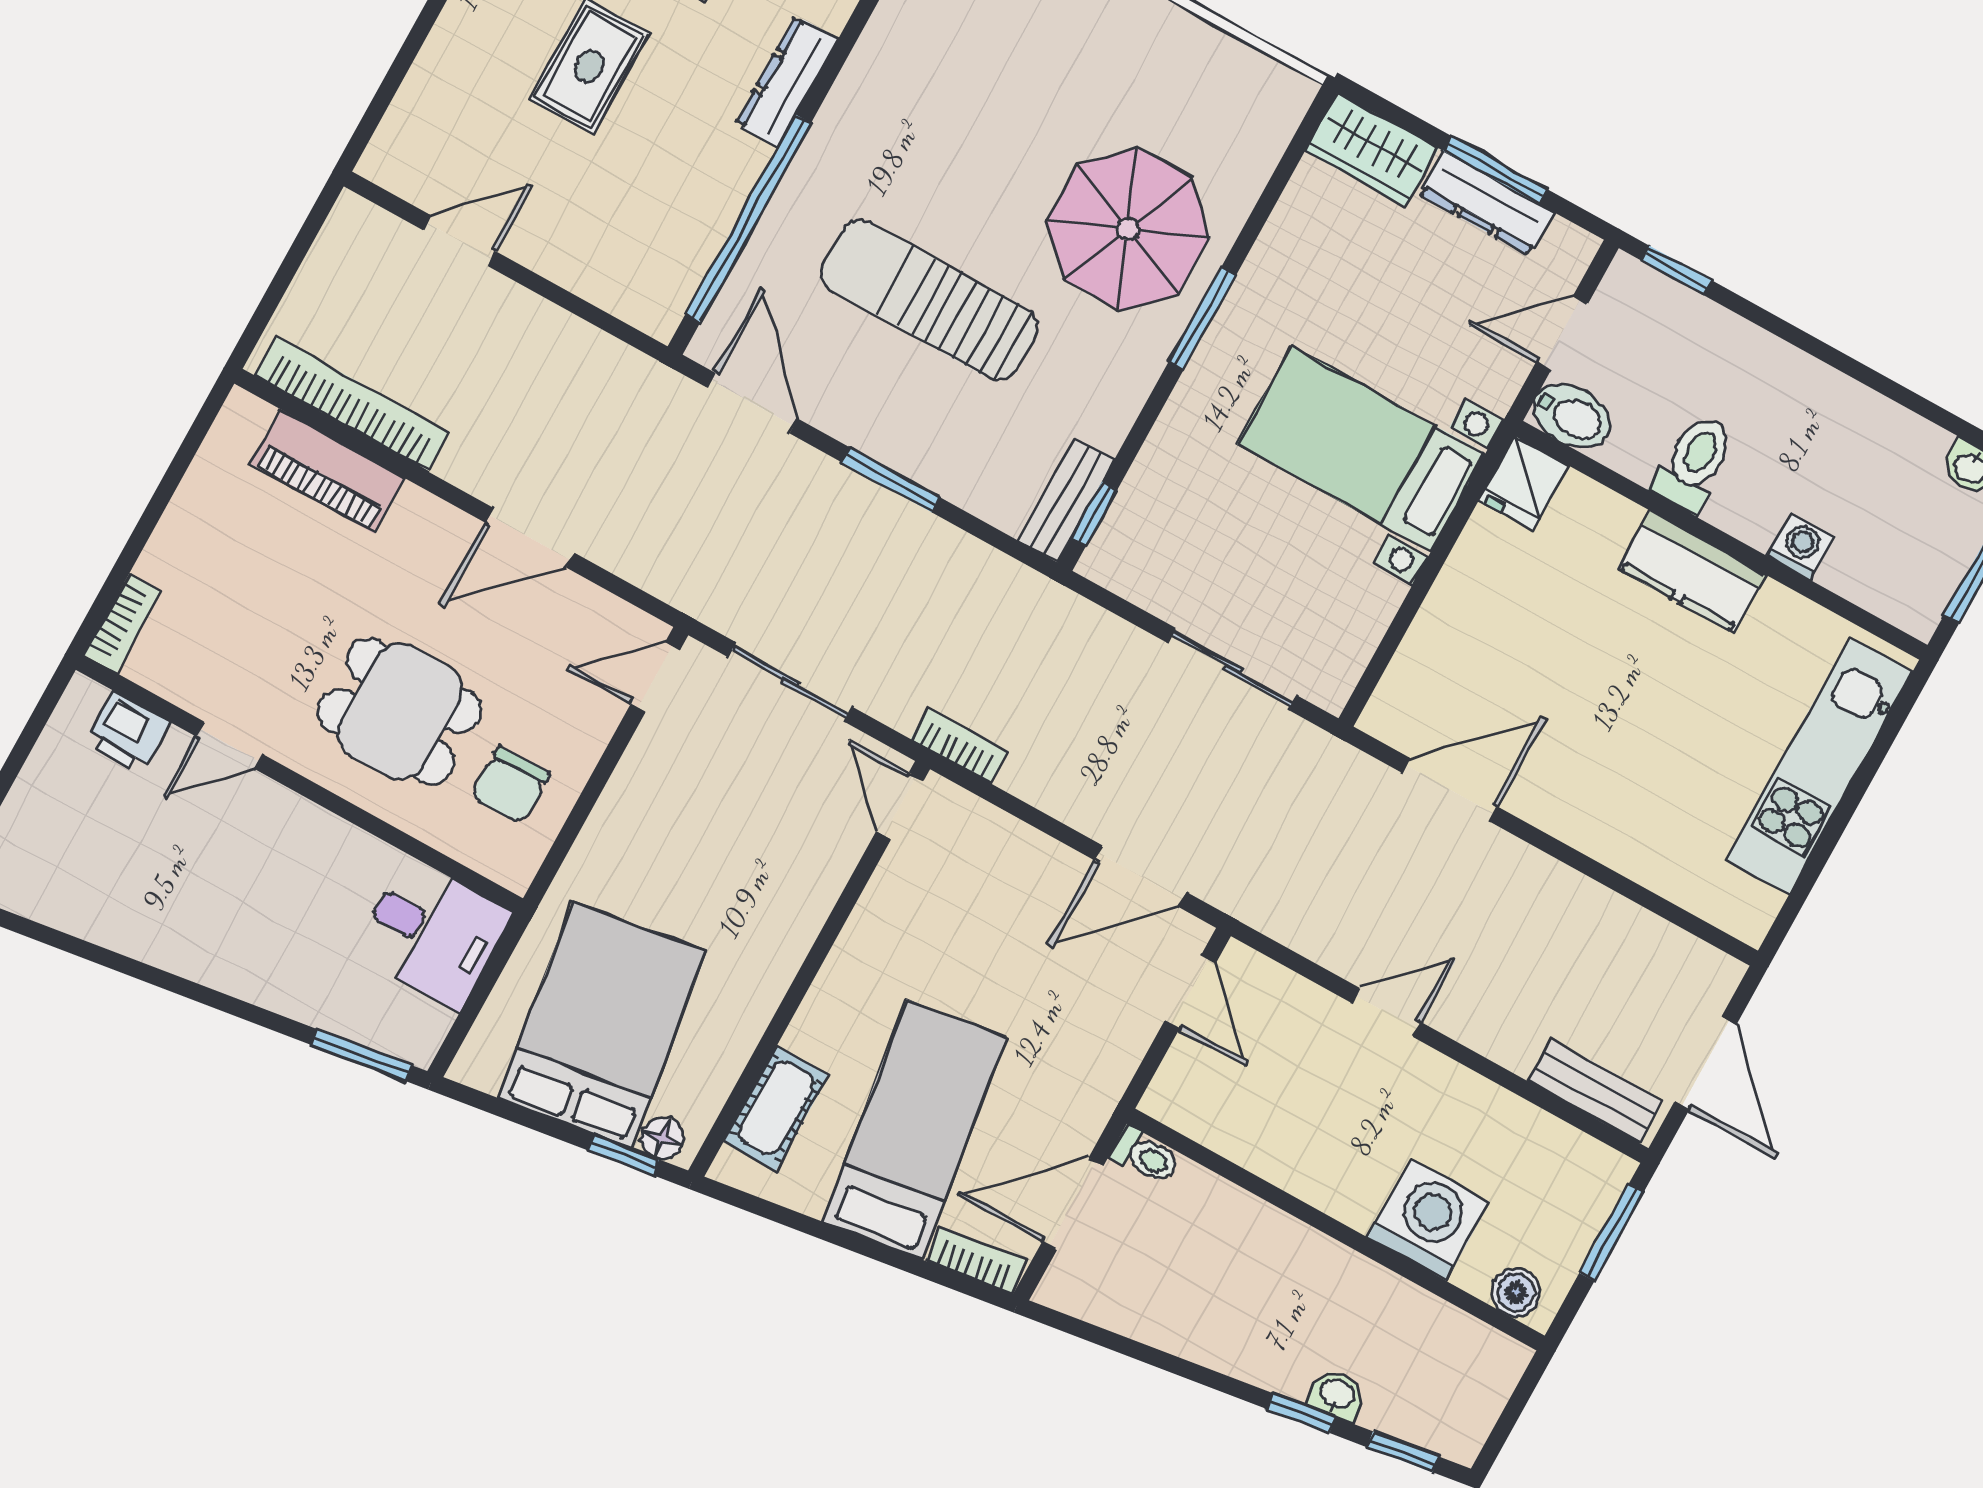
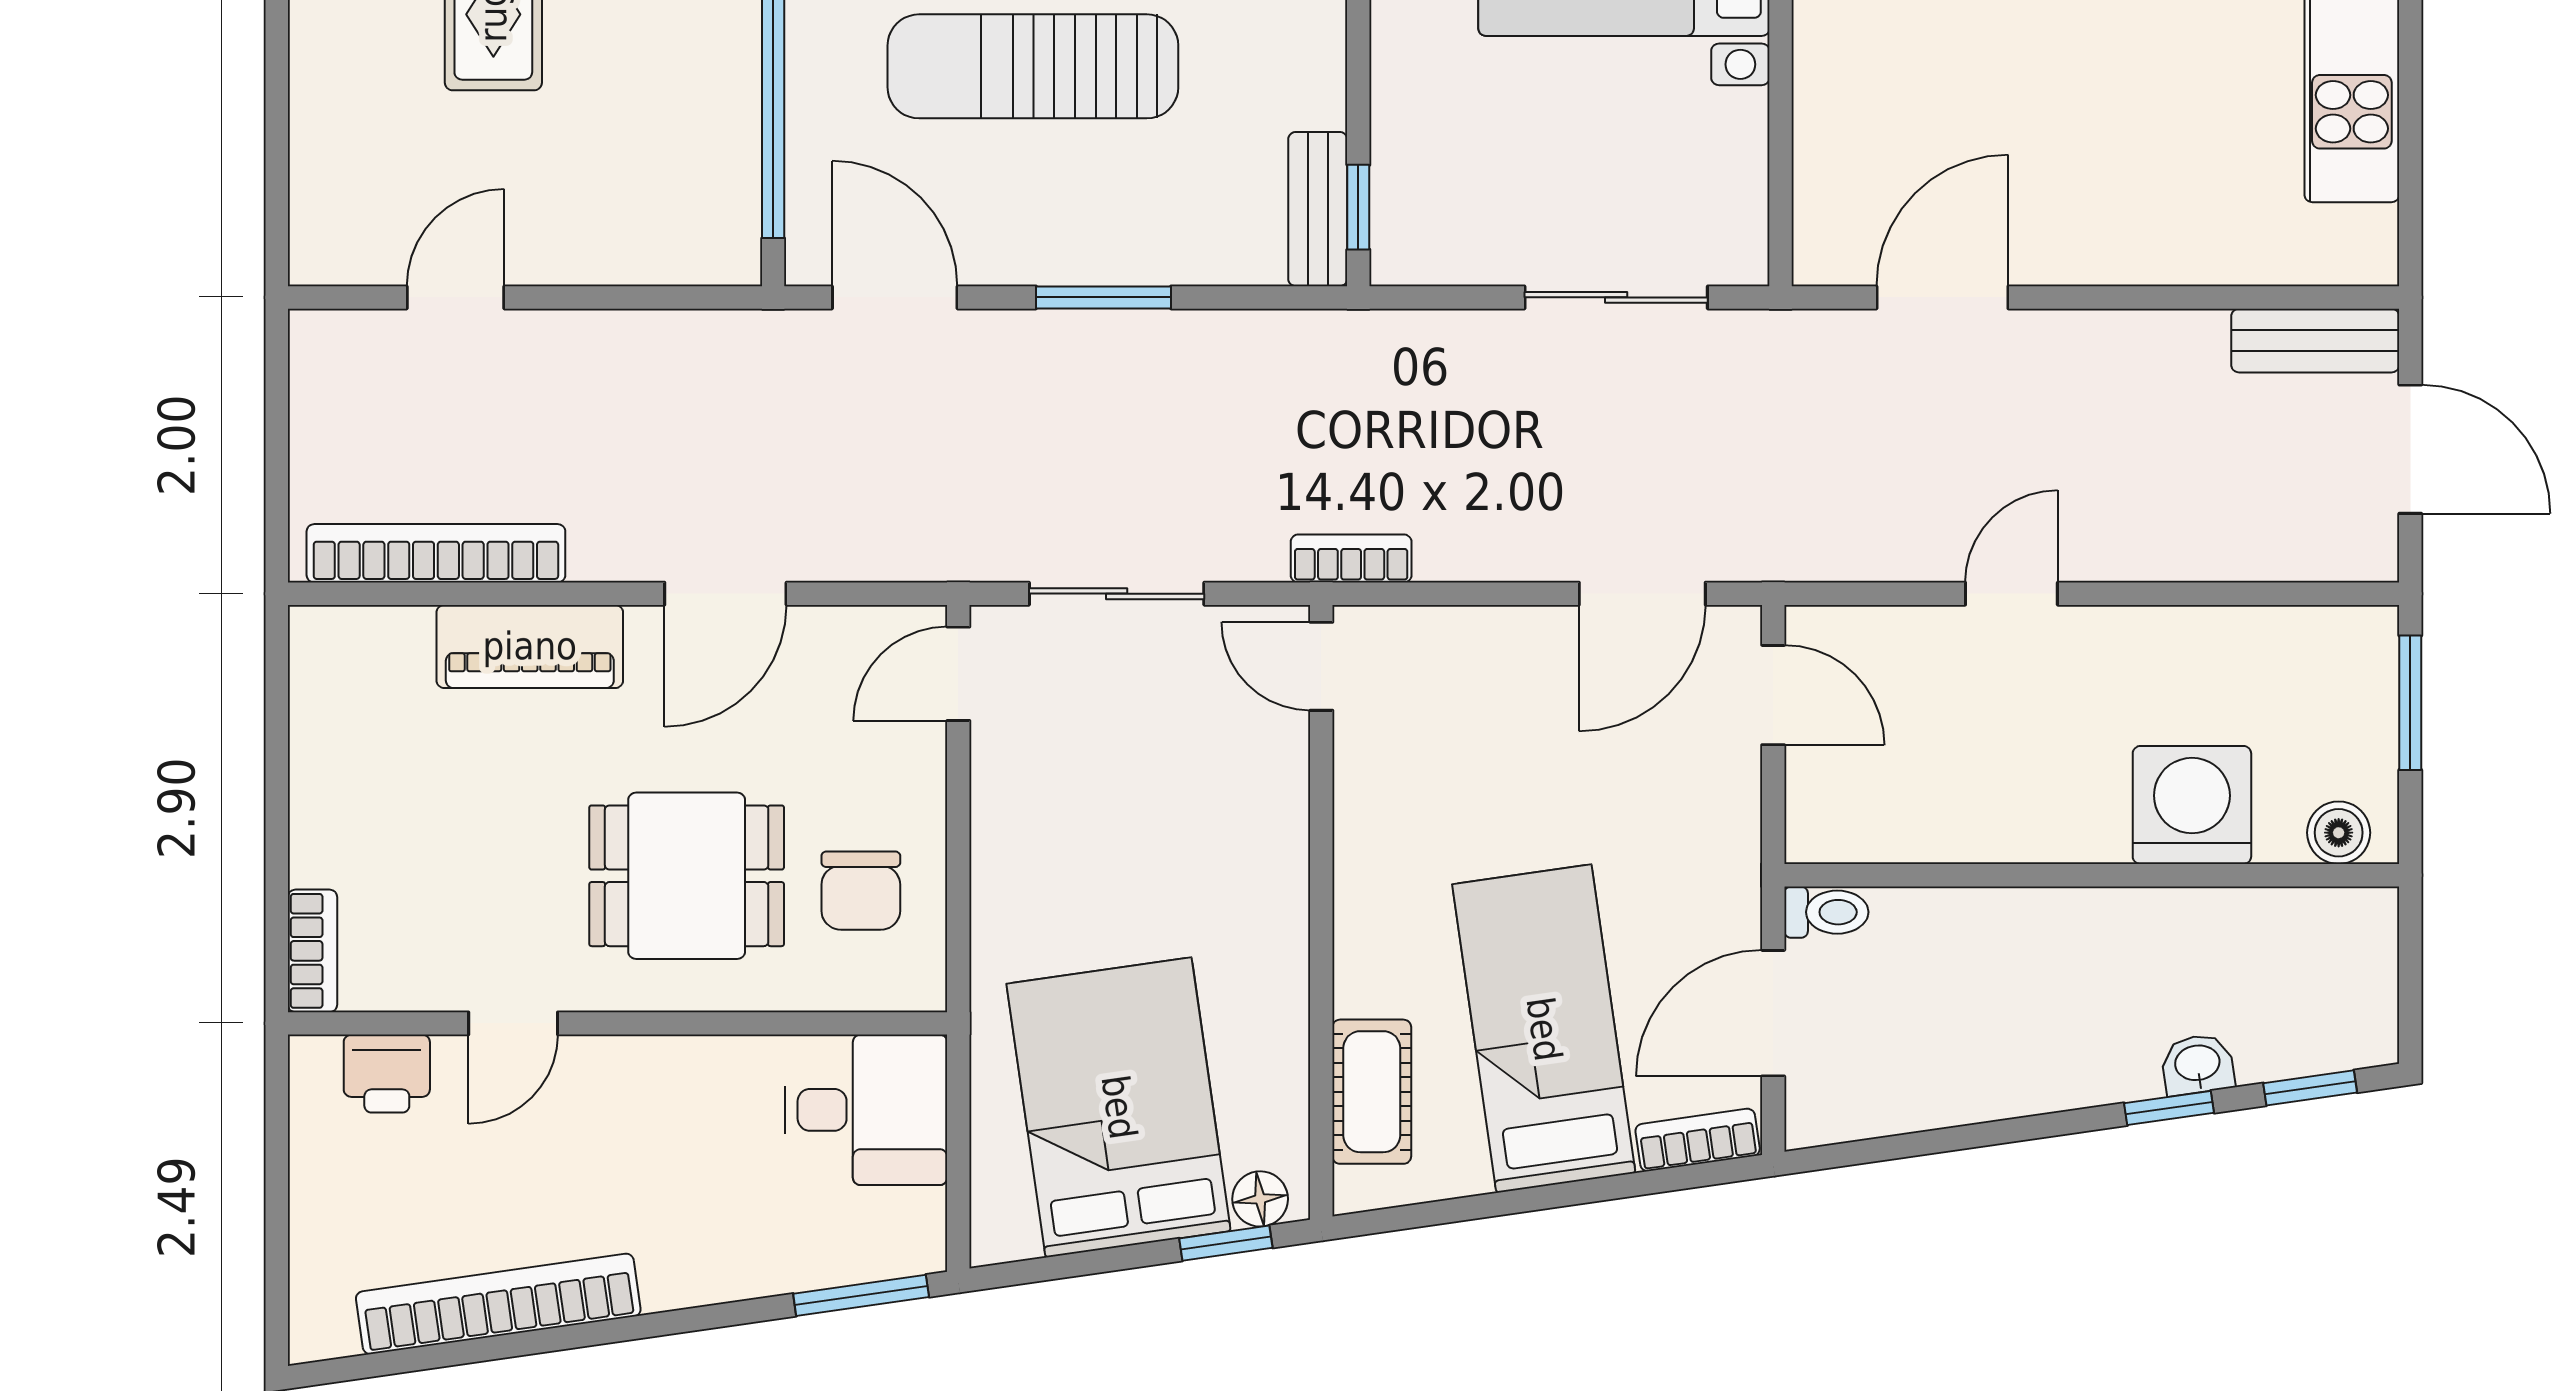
piano: (327, 471) -> (530, 646), moved
bookcase: (116, 927) -> (498, 1304), added
bench: (1595, 1091) -> (2315, 341), moved

